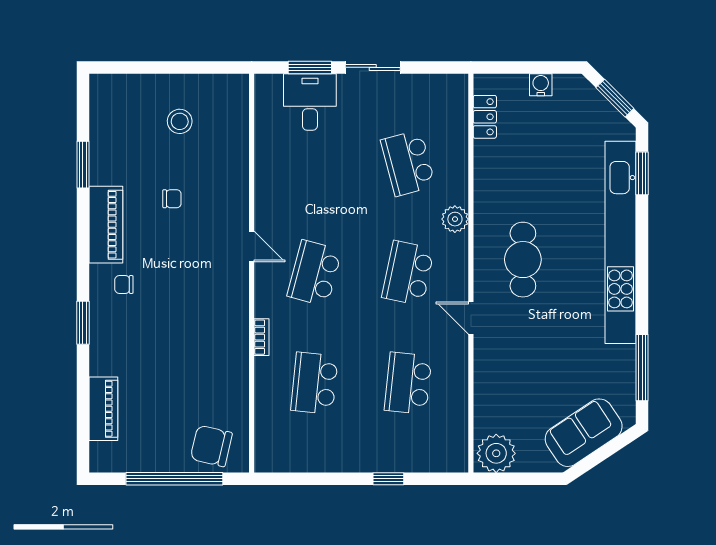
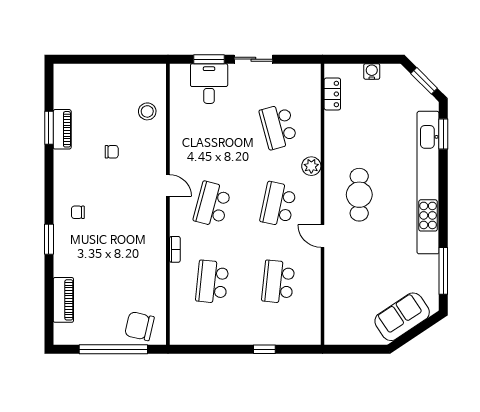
stool: (180, 121) -> (147, 111), moved
piano: (106, 225) -> (62, 129), moved, width x0.73, depth x0.75
plant: (496, 453) -> (340, 331), removed

